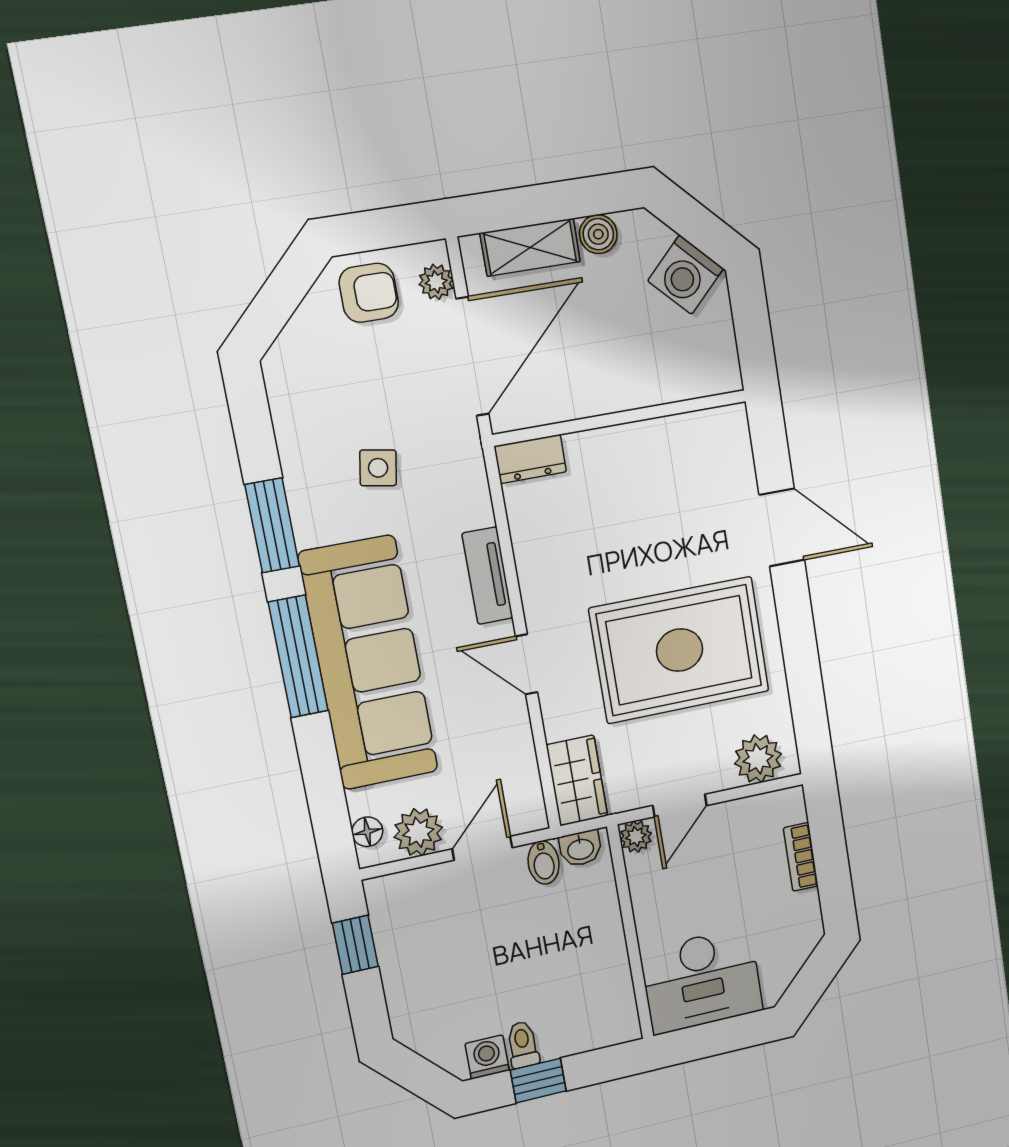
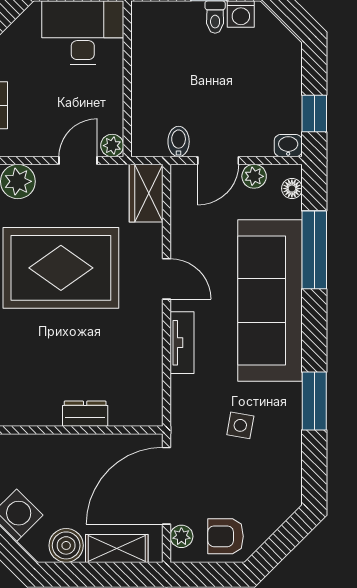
boiler: (598, 234) -> (66, 545), width x1.36, depth x1.36
dresser: (530, 459) -> (85, 414), moved
window: (298, 657) -> (314, 250), moved
plant: (418, 832) -> (254, 176), width x0.73, depth x0.73
washbasin: (580, 848) -> (288, 146), moved

